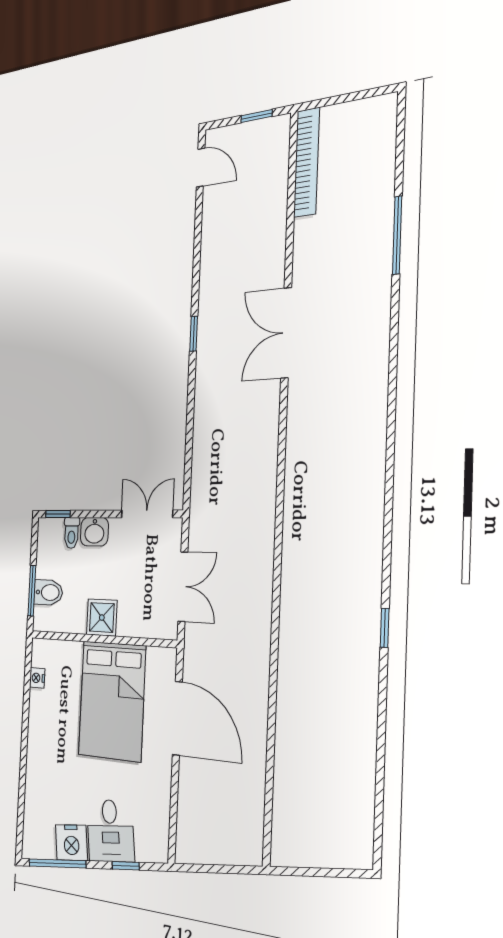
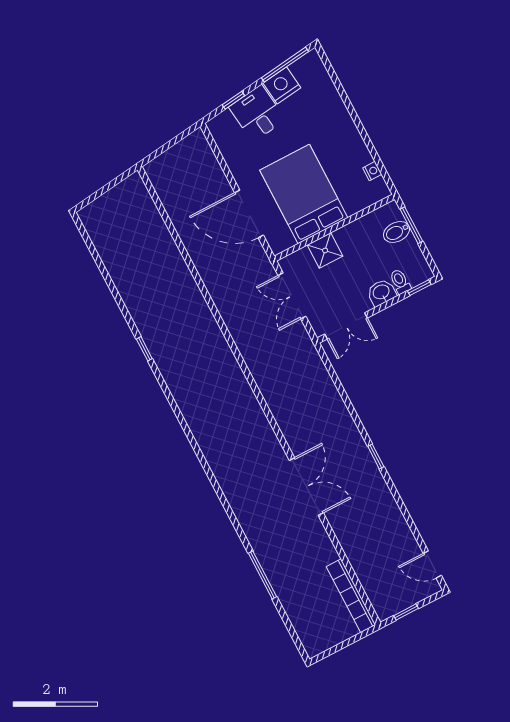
shower: (102, 618) -> (325, 250), moved

